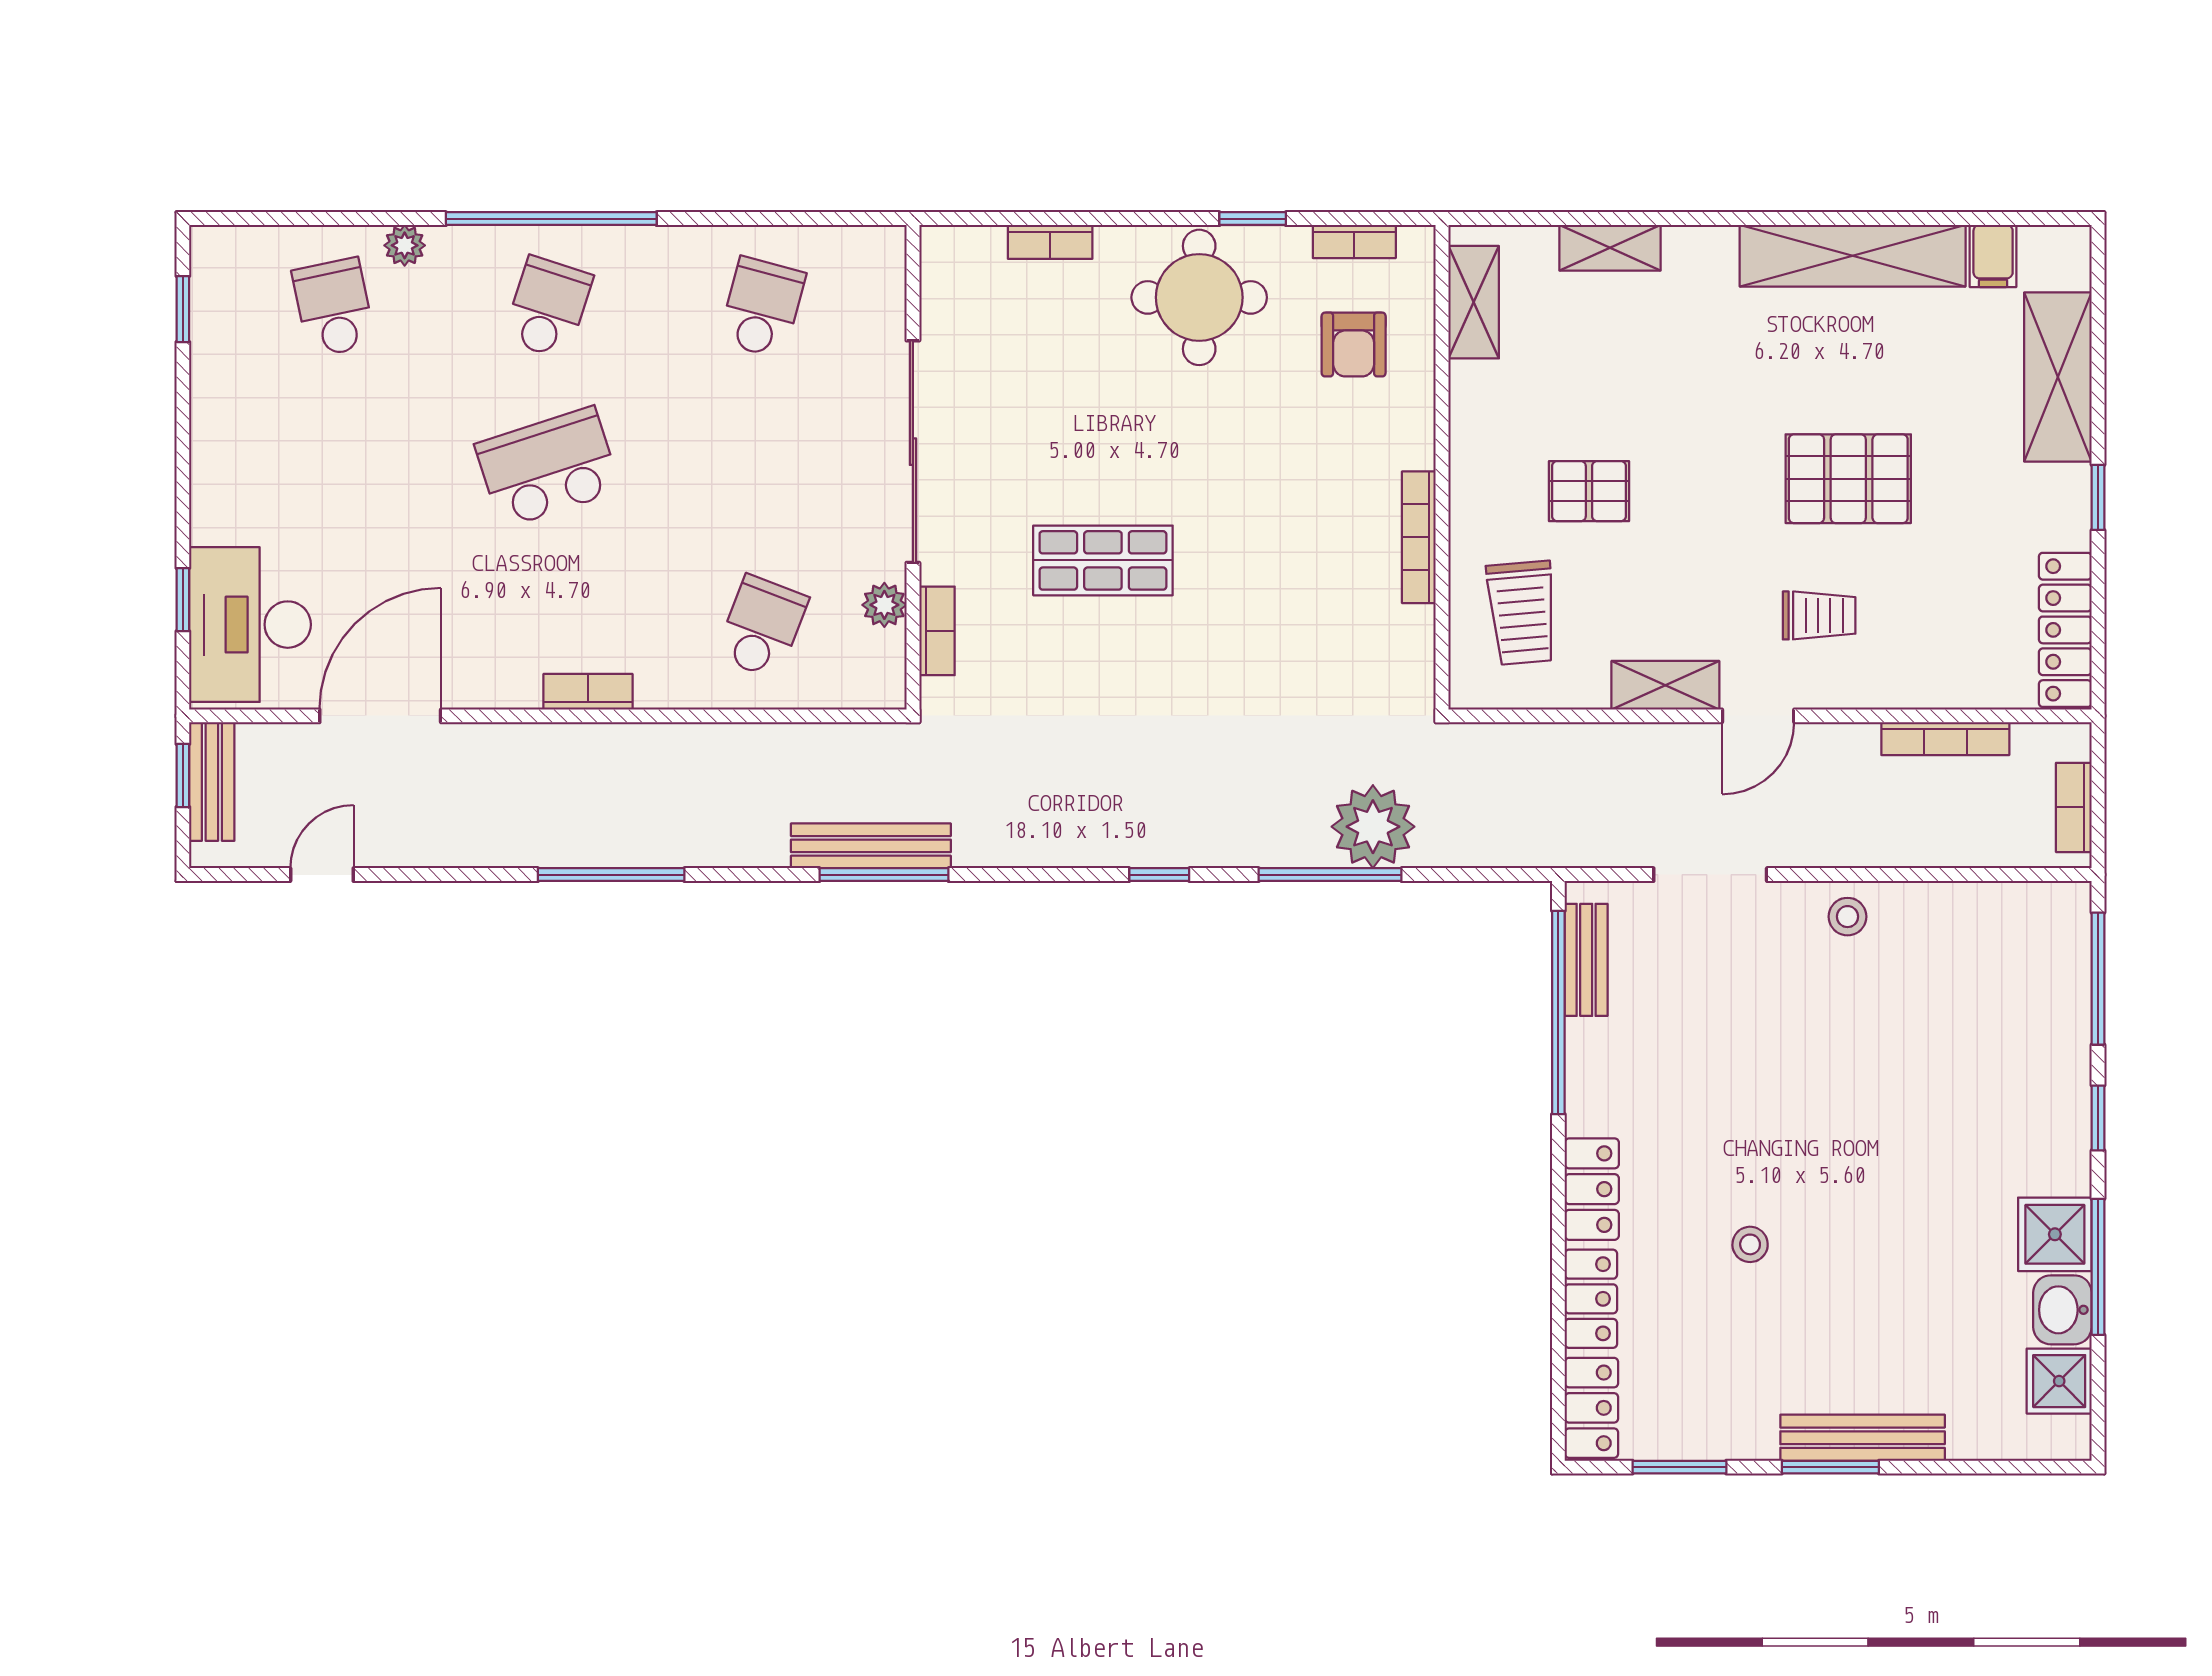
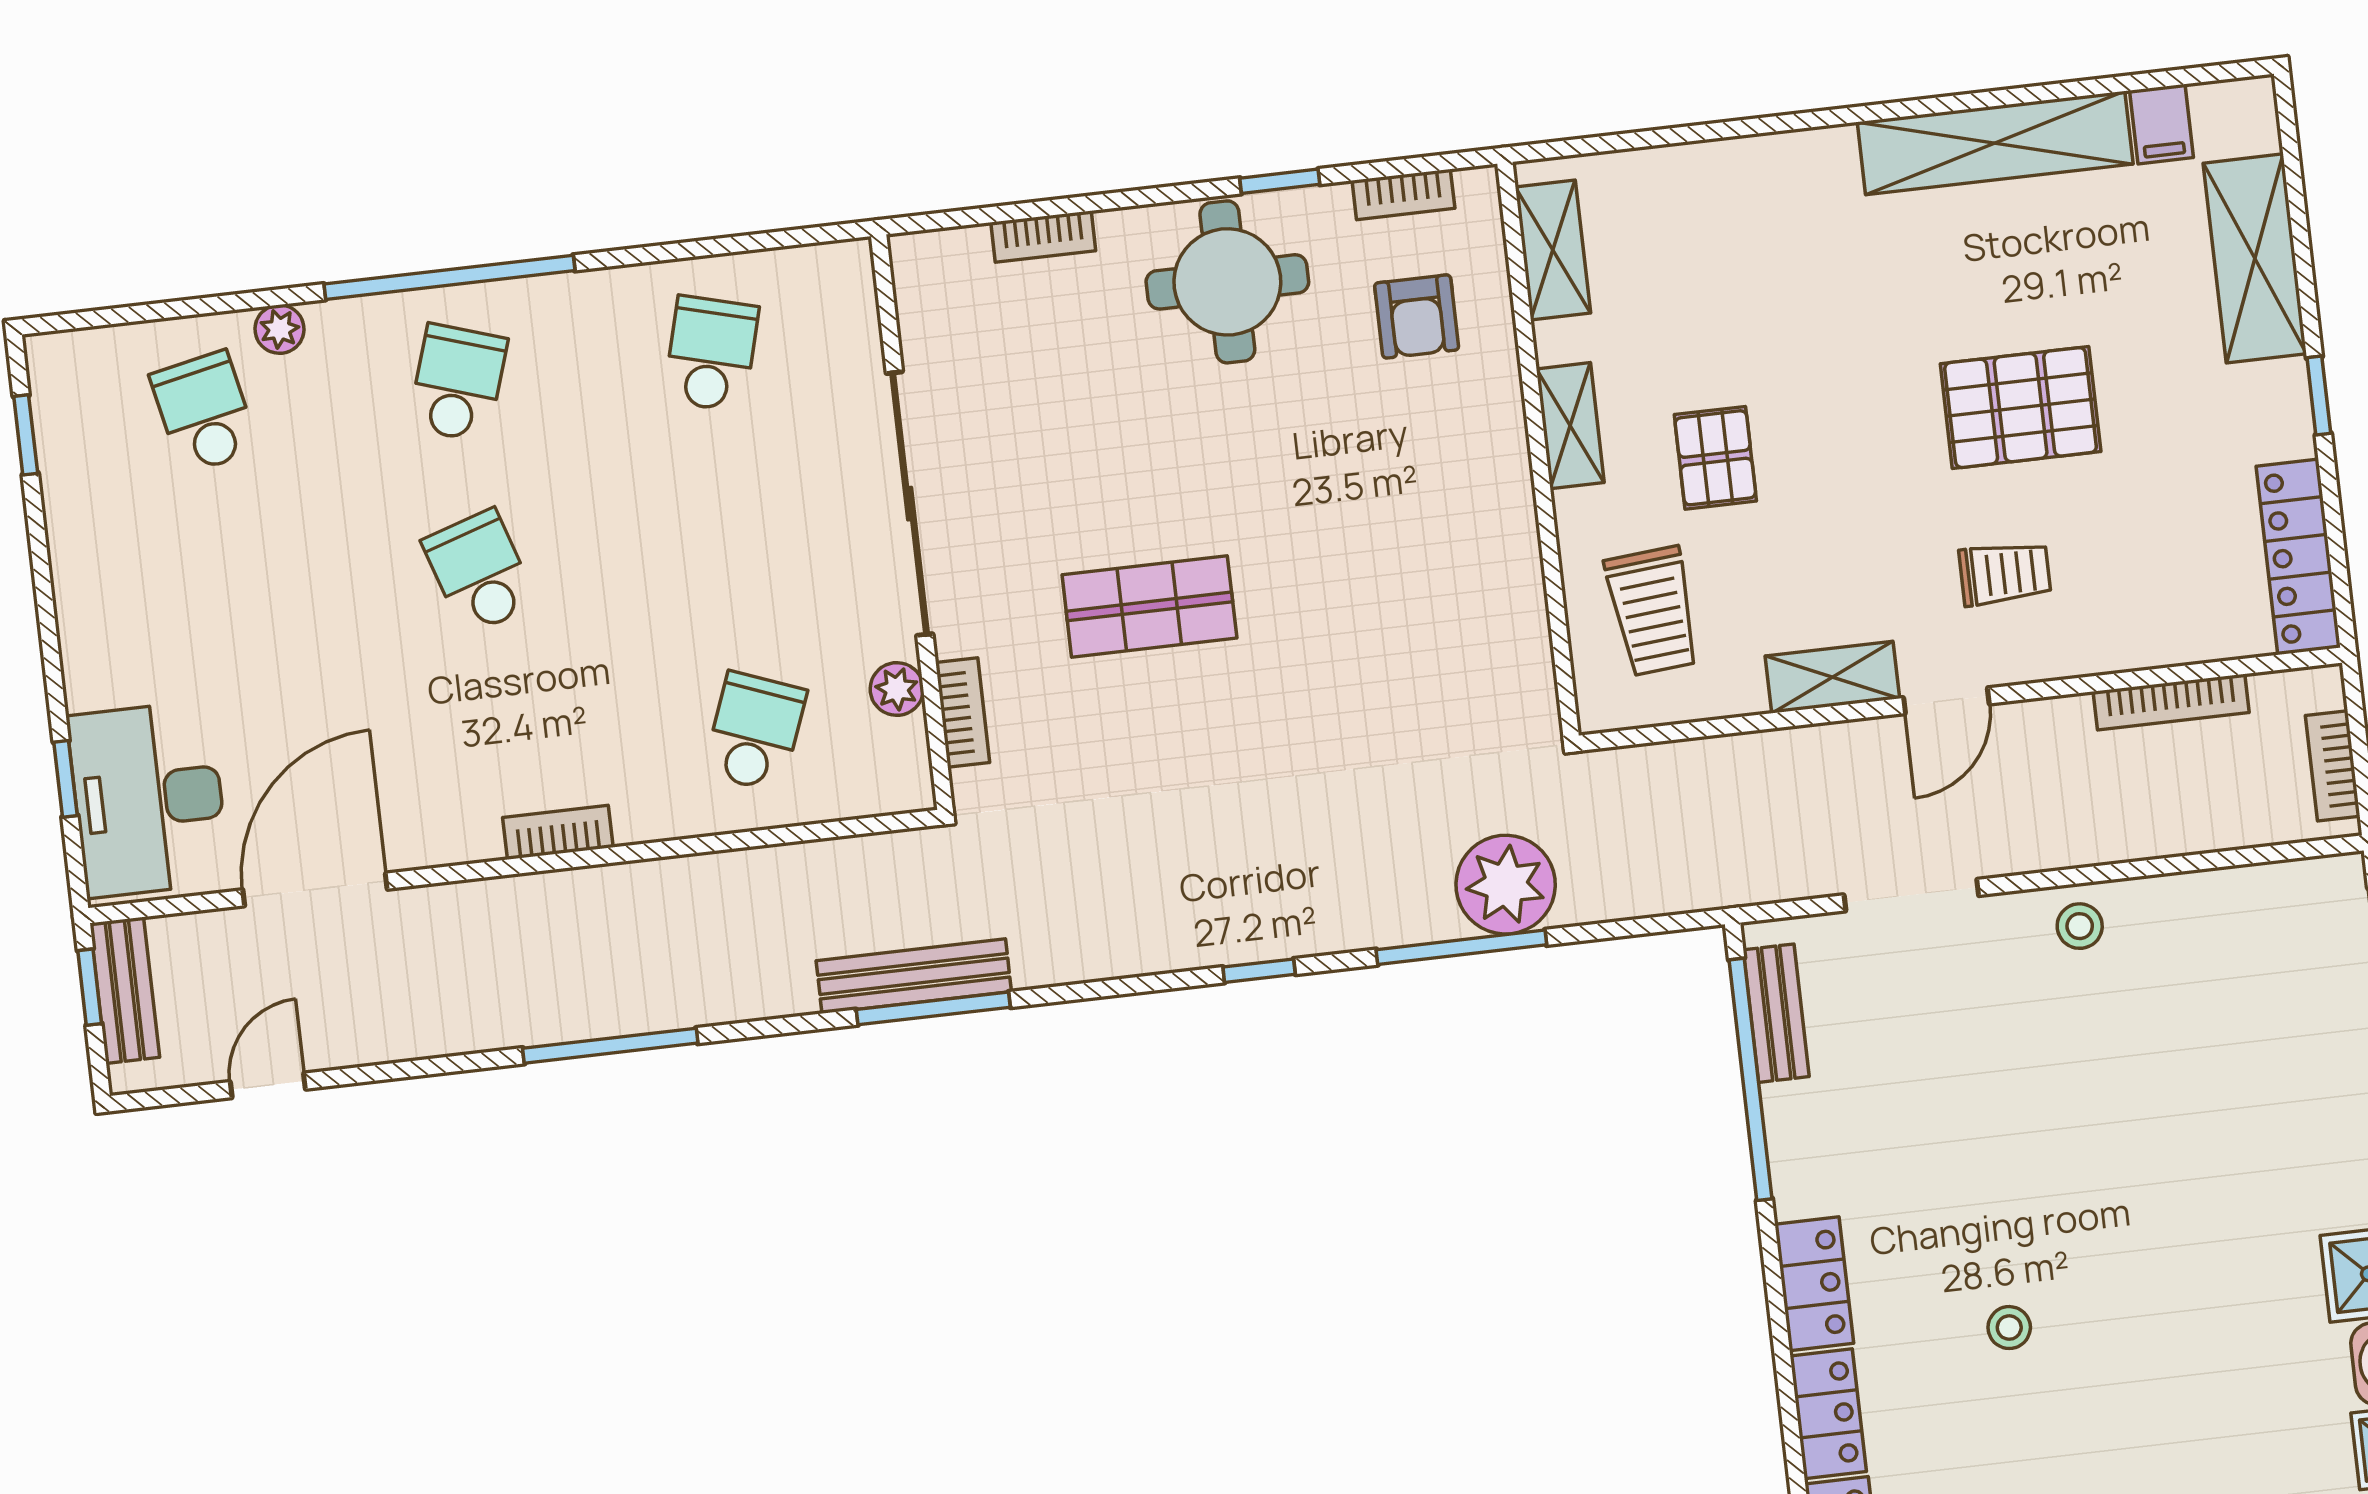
shelving: (1610, 248) -> (1570, 426), moved, turned 90
school desk: (548, 467) -> (480, 572), width x0.54
pallet: (1589, 491) -> (1715, 458), turned 90
bookcase: (1419, 537) -> (1520, 536), removed

